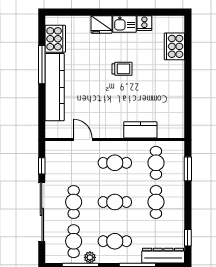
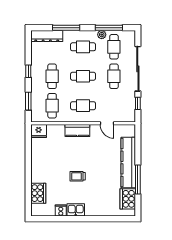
fridge: (102, 24) -> (39, 131), moved, turned 180
kitchen counter: (140, 130) -> (77, 130), moved
window: (188, 238) -> (28, 71), moved

